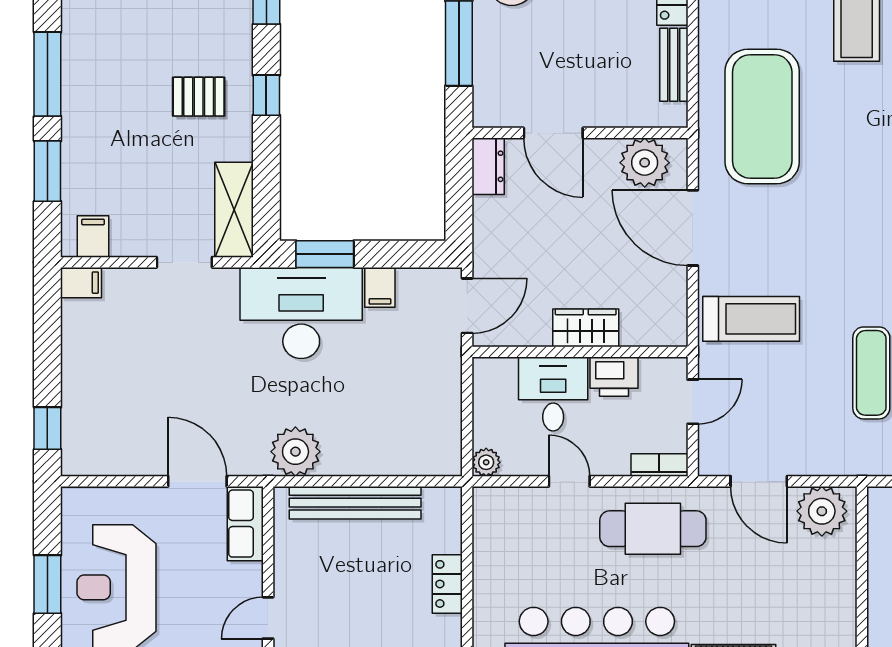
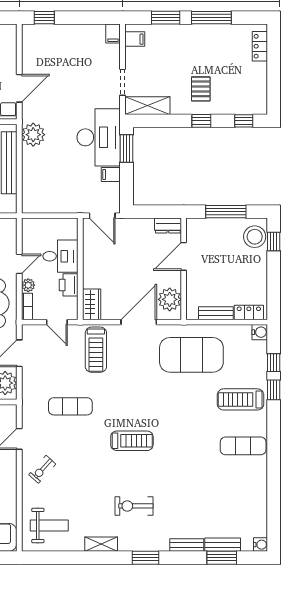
wardrobe: (586, 328) -> (92, 304), moved
plant: (486, 462) -> (28, 285), moved

